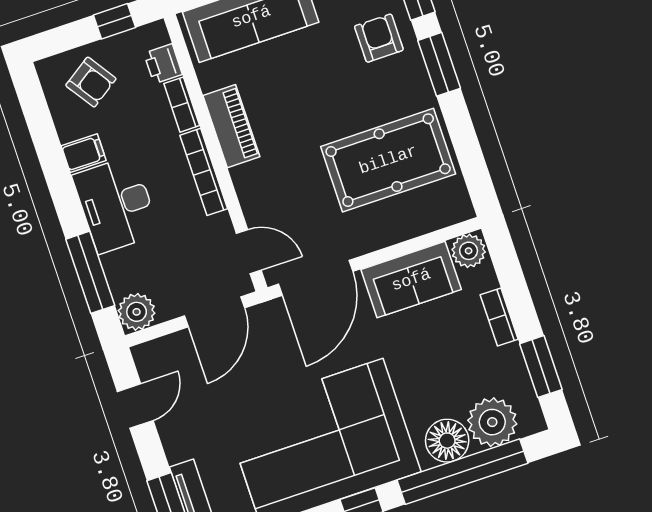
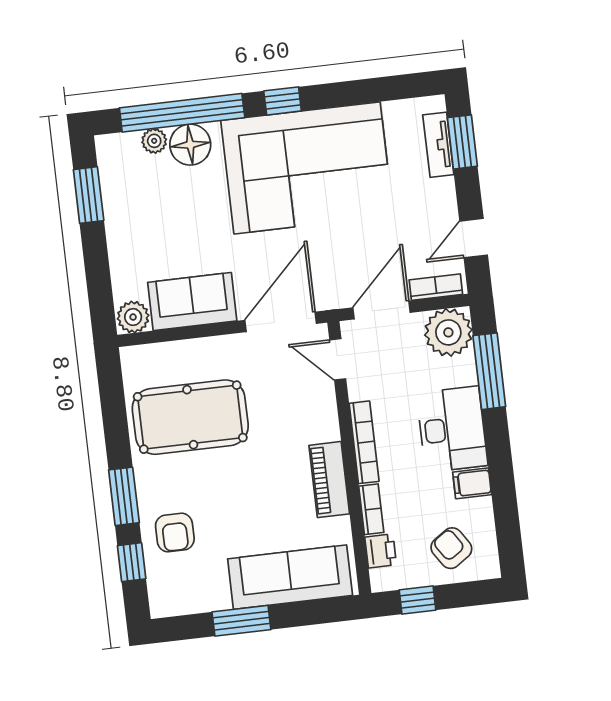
plant: (137, 312) -> (448, 332), width x1.36, depth x1.36
bookcase: (499, 317) -> (436, 287), moved, turned -90
plant: (492, 422) -> (154, 141), width x0.53, depth x0.53

